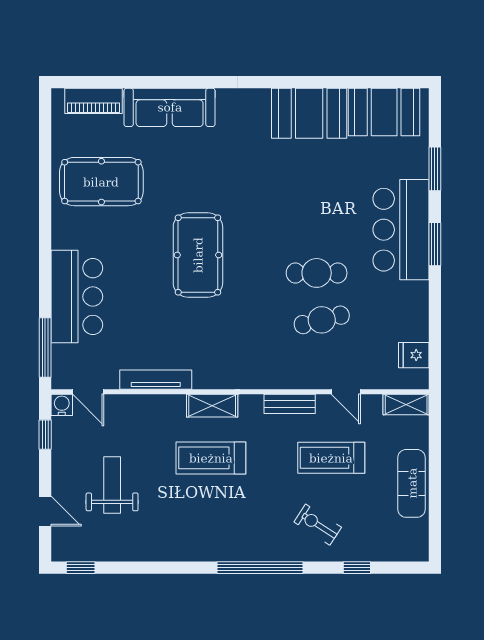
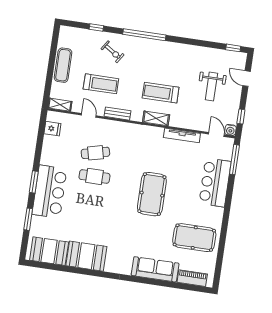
treadmill: (211, 458) -> (161, 93), turned 180

